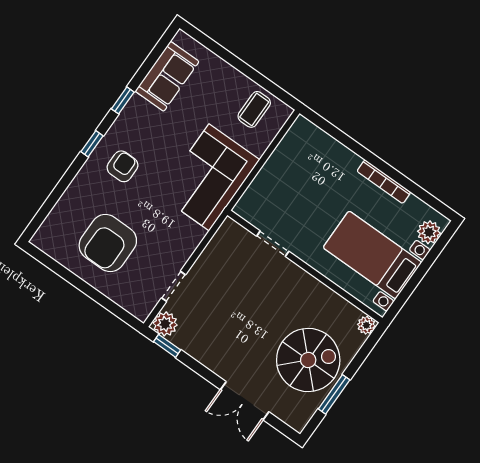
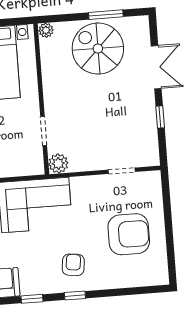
armchair: (122, 166) -> (73, 265), turned 97
plant: (165, 324) -> (58, 163), moved
window: (167, 346) -> (160, 117), moved

